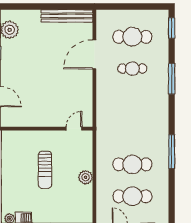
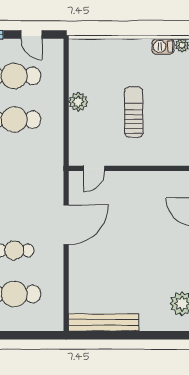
door: (94, 54) -> (66, 225), moved

